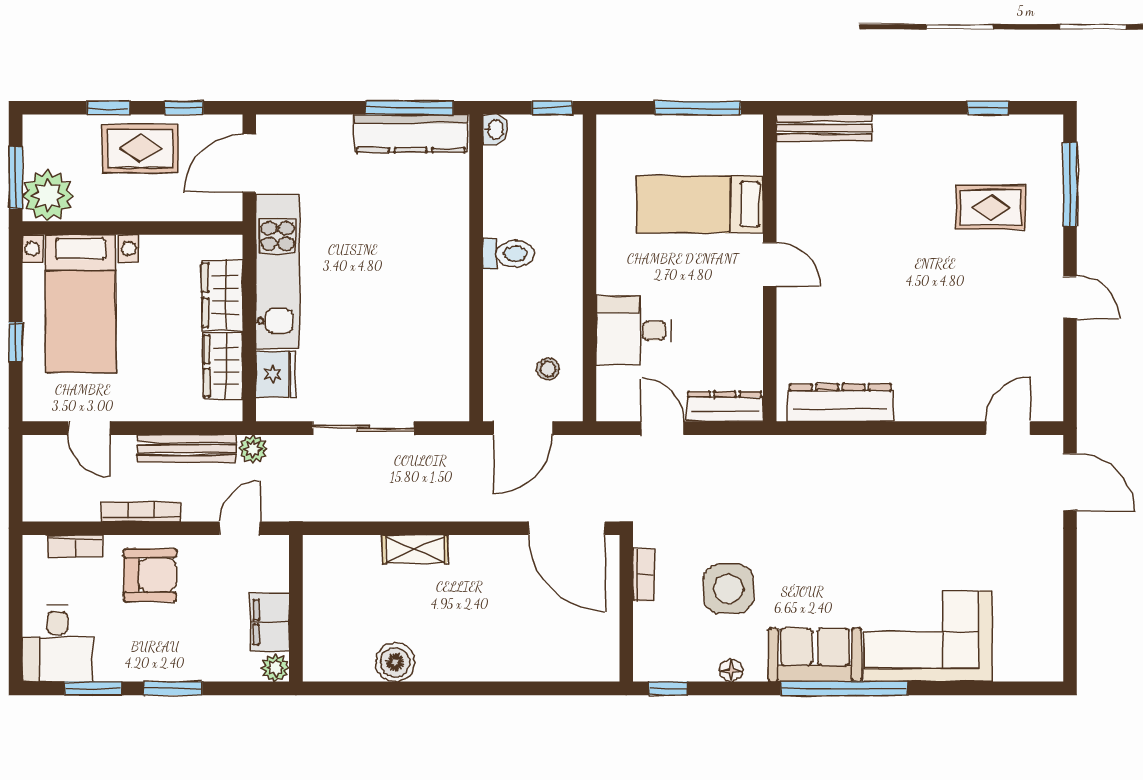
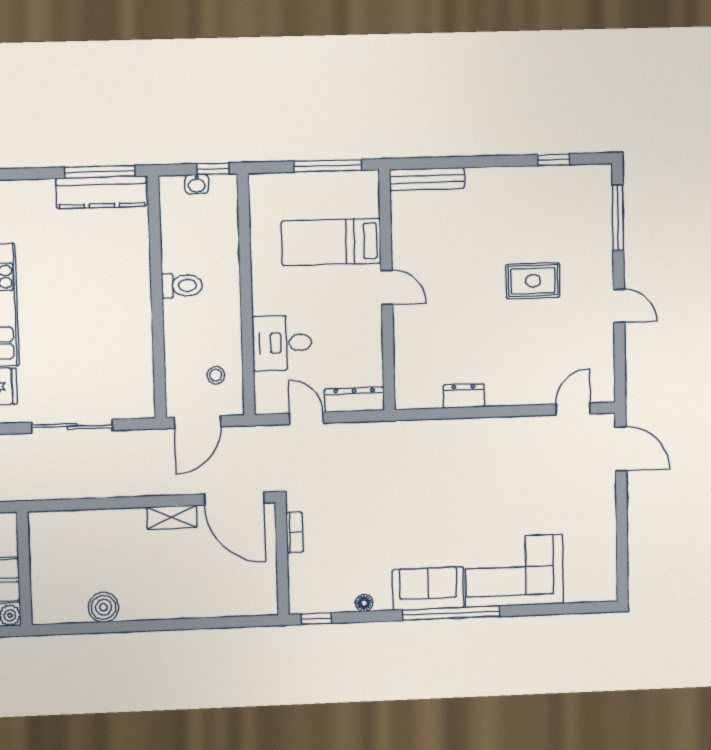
washbasin: (495, 130) -> (197, 184), moved, turned 90
rug: (991, 207) -> (533, 281), moved
dresser: (840, 403) -> (464, 396), width x0.51, depth x0.80
shelving: (415, 549) -> (172, 517), moved
side table: (729, 589) -> (361, 541), removed

